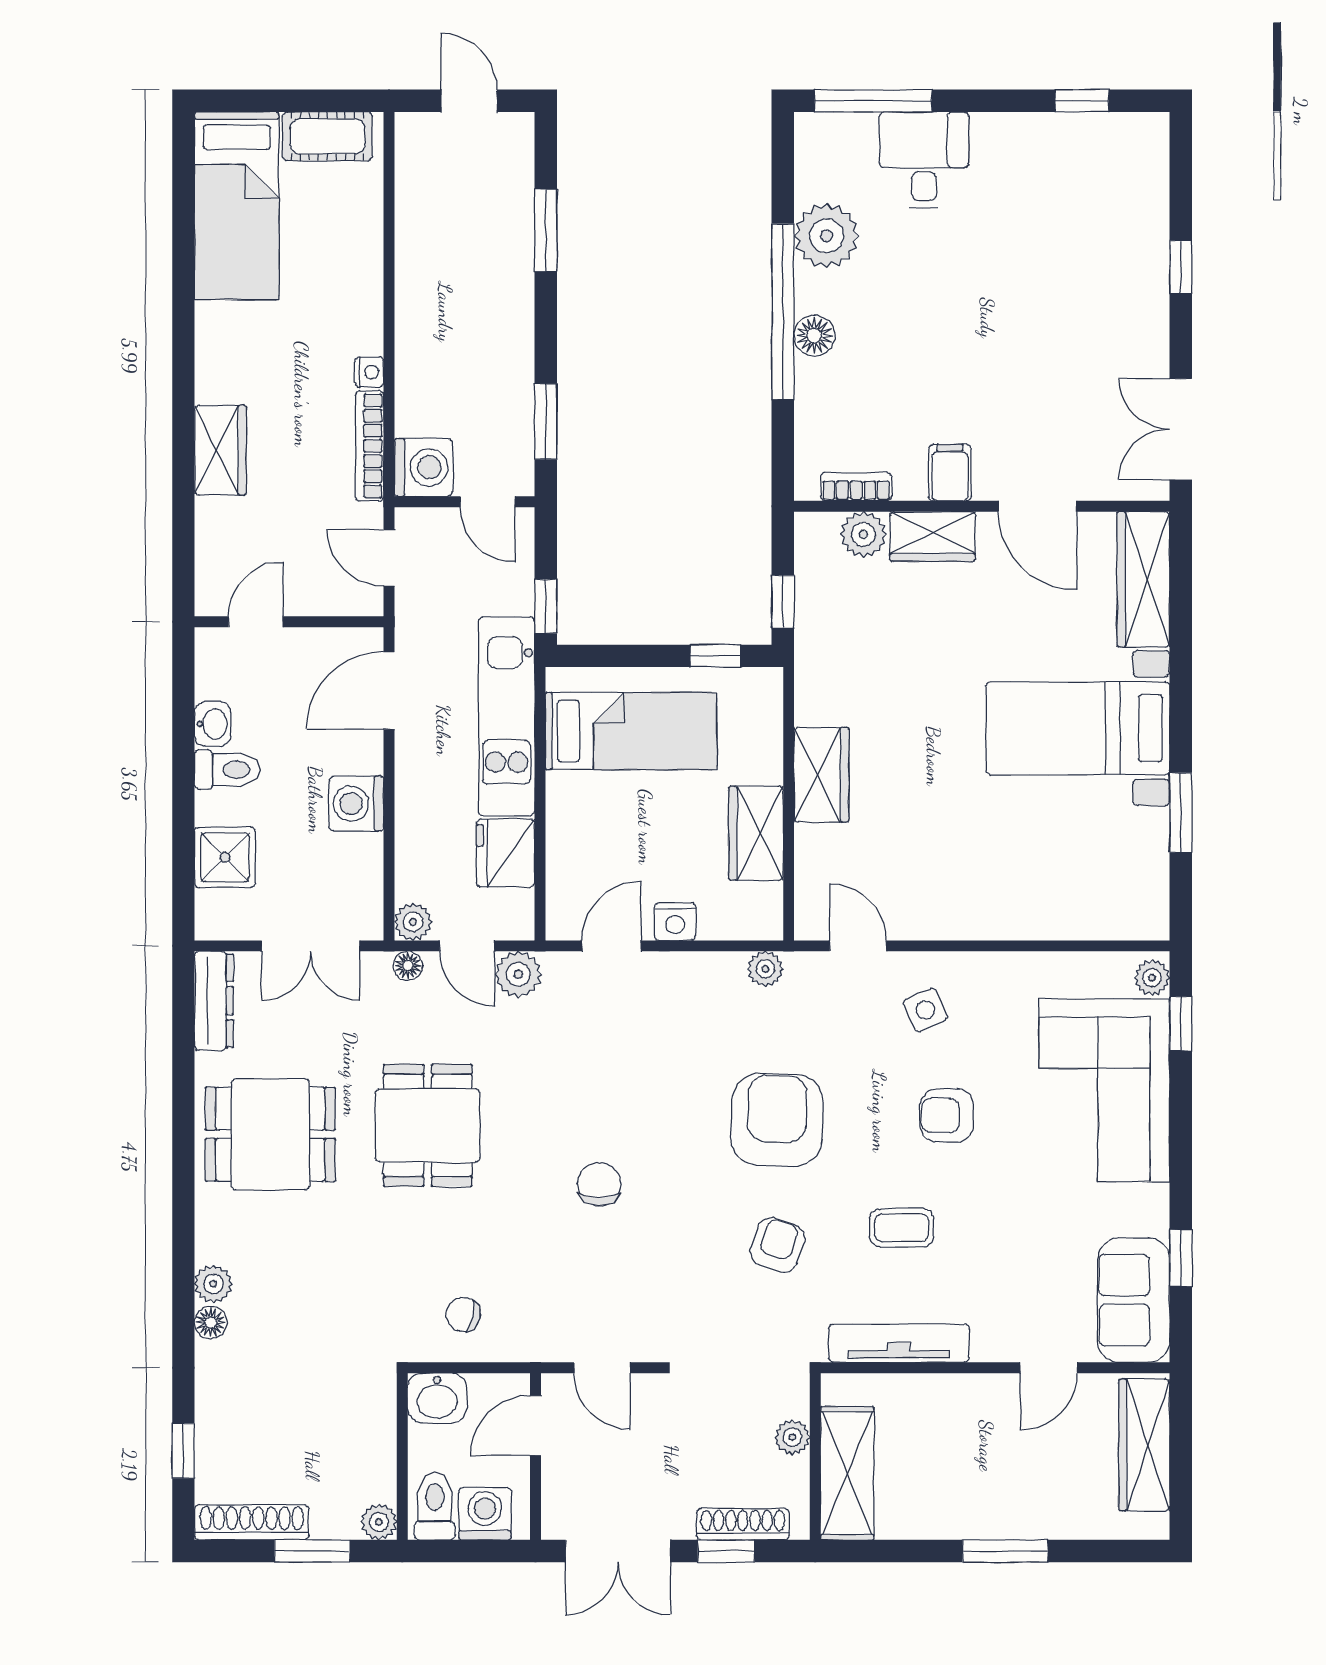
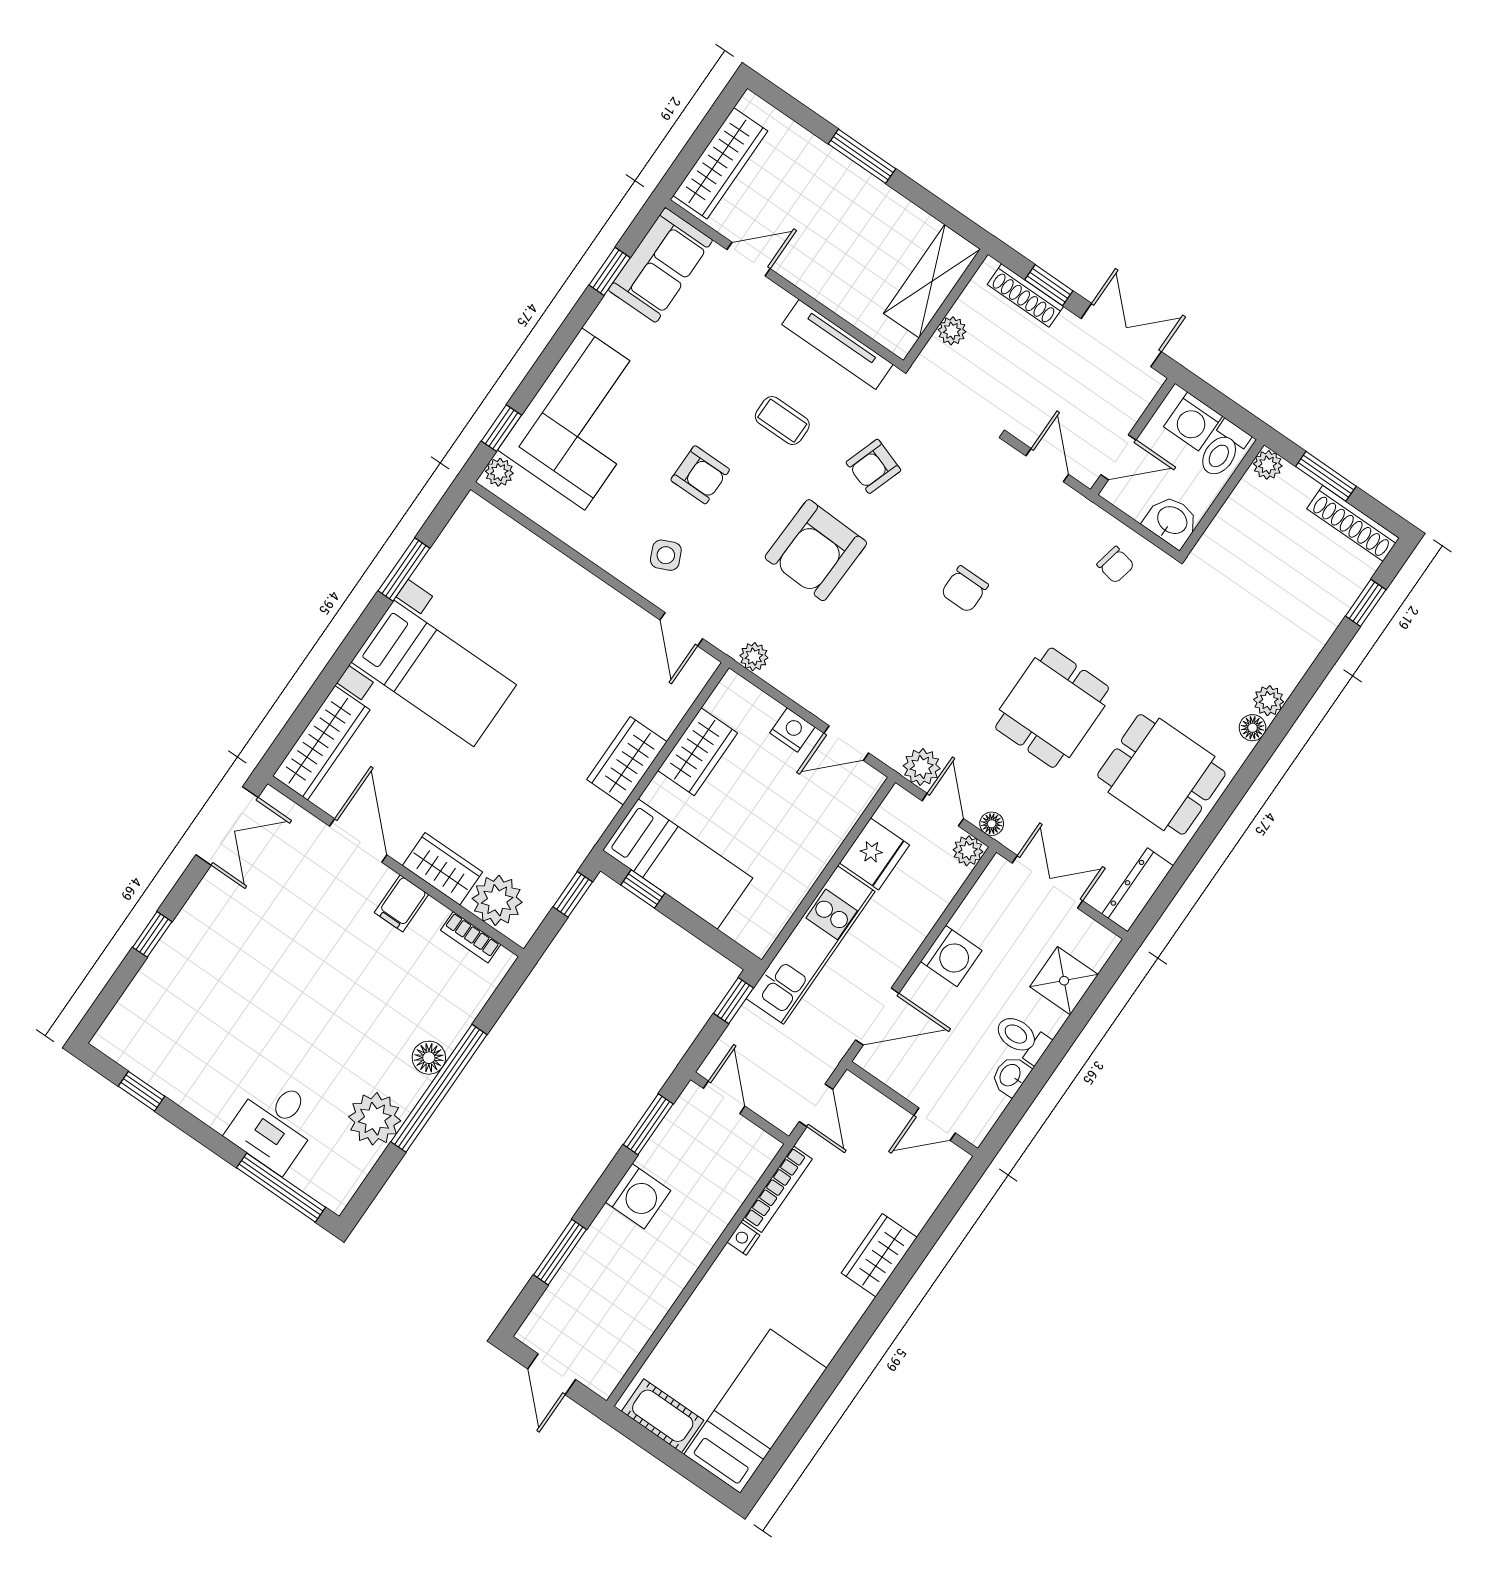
washing machine: (423, 467) -> (638, 1196), moved, turned 180
plant: (863, 534) -> (497, 900), width x1.36, depth x1.36
bed: (631, 731) -> (678, 864), moved, turned 180
floor lamp: (211, 1322) -> (1253, 728), moved

